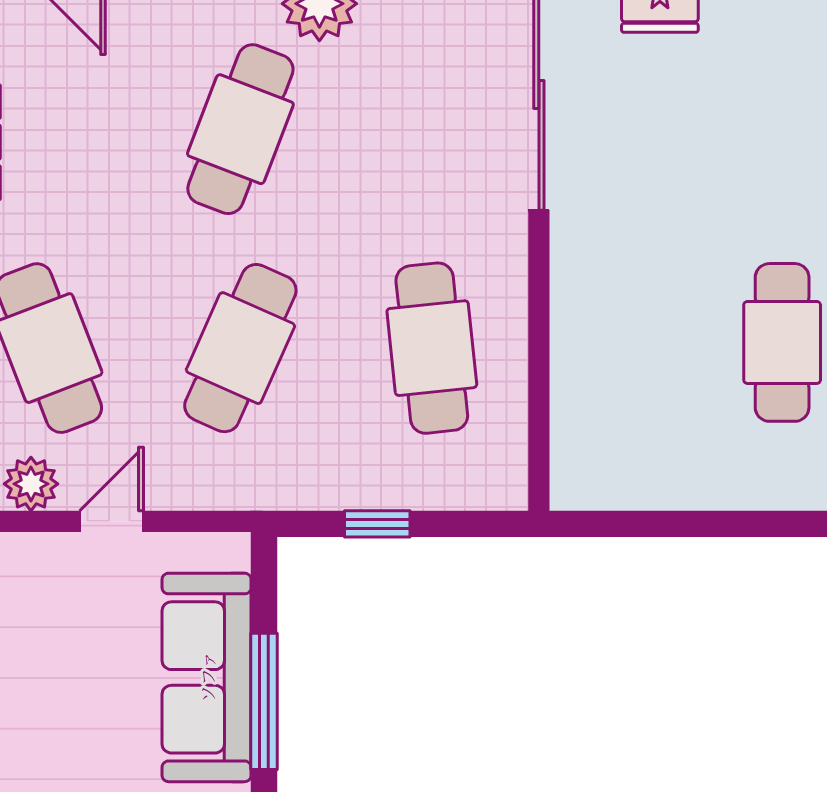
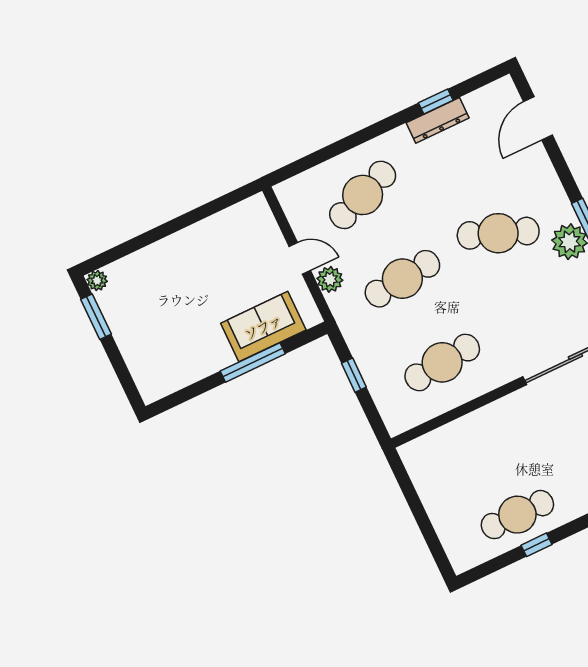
cafe table: (240, 348) -> (402, 279), turned -30
plant: (31, 484) -> (330, 279), moved
sofa: (207, 677) -> (263, 327), width x0.73

